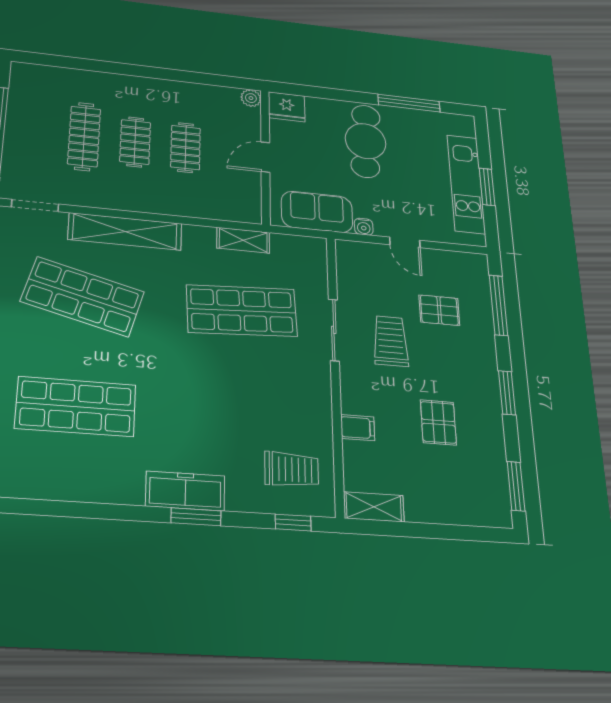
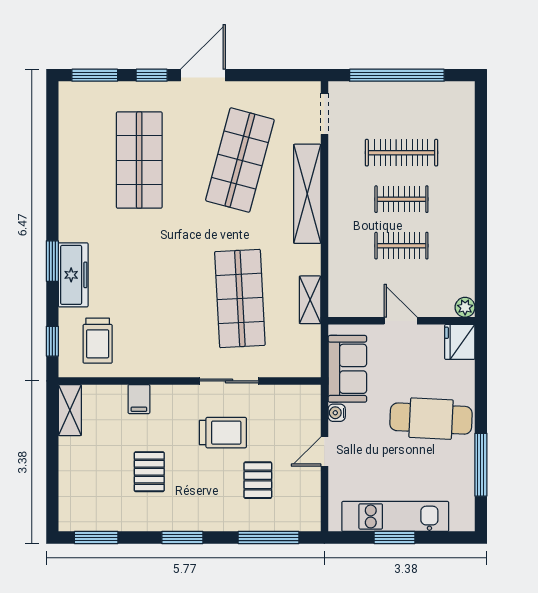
pallet: (438, 422) -> (149, 472), turned 90
freezer: (185, 491) -> (73, 275), moved

